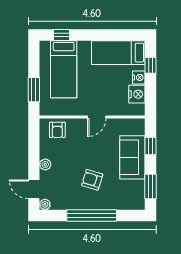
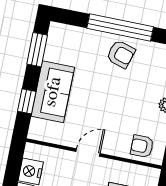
armchair: (57, 130) -> (142, 146), turned -90
armchair: (92, 180) -> (121, 54), moved

